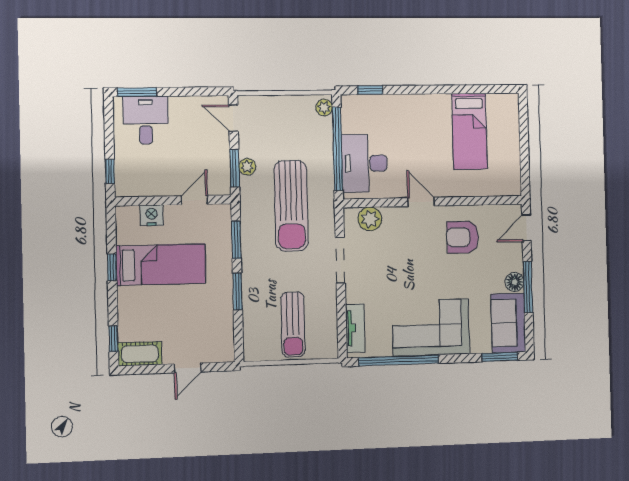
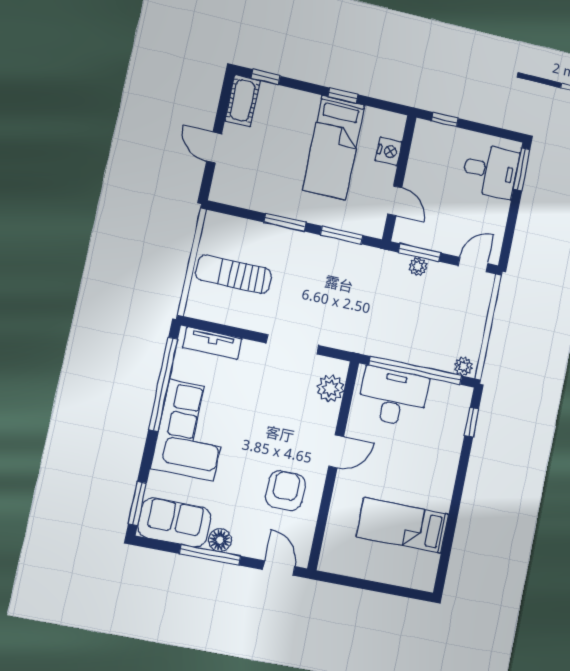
sun lounger: (291, 206) -> (365, 304), removed

